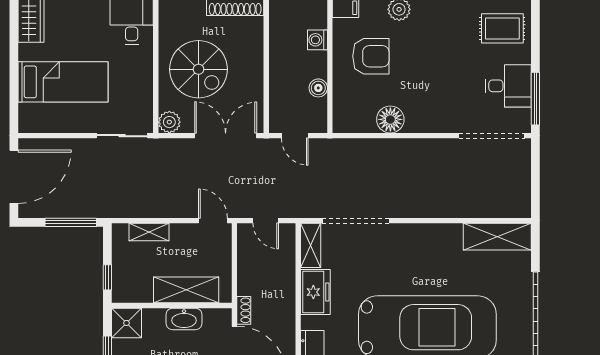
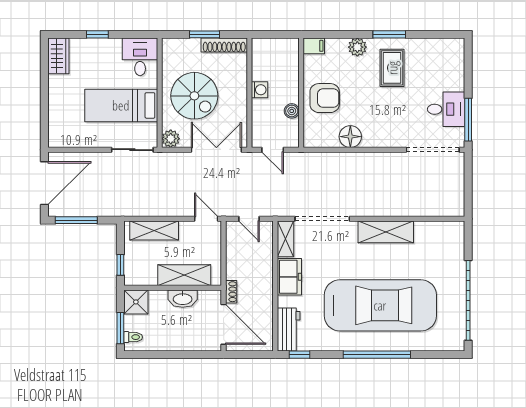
rug: (502, 28) -> (392, 68), moved, turned 90
washing machine: (317, 40) -> (260, 90), moved, turned 180
armchair: (371, 56) -> (325, 98), moved
bed: (63, 82) -> (121, 105), moved, turned 180
window: (71, 222) -> (76, 220), moved
shelving: (149, 232) -> (154, 230), width x1.50, depth x1.33
shelving: (497, 237) -> (386, 232), moved

